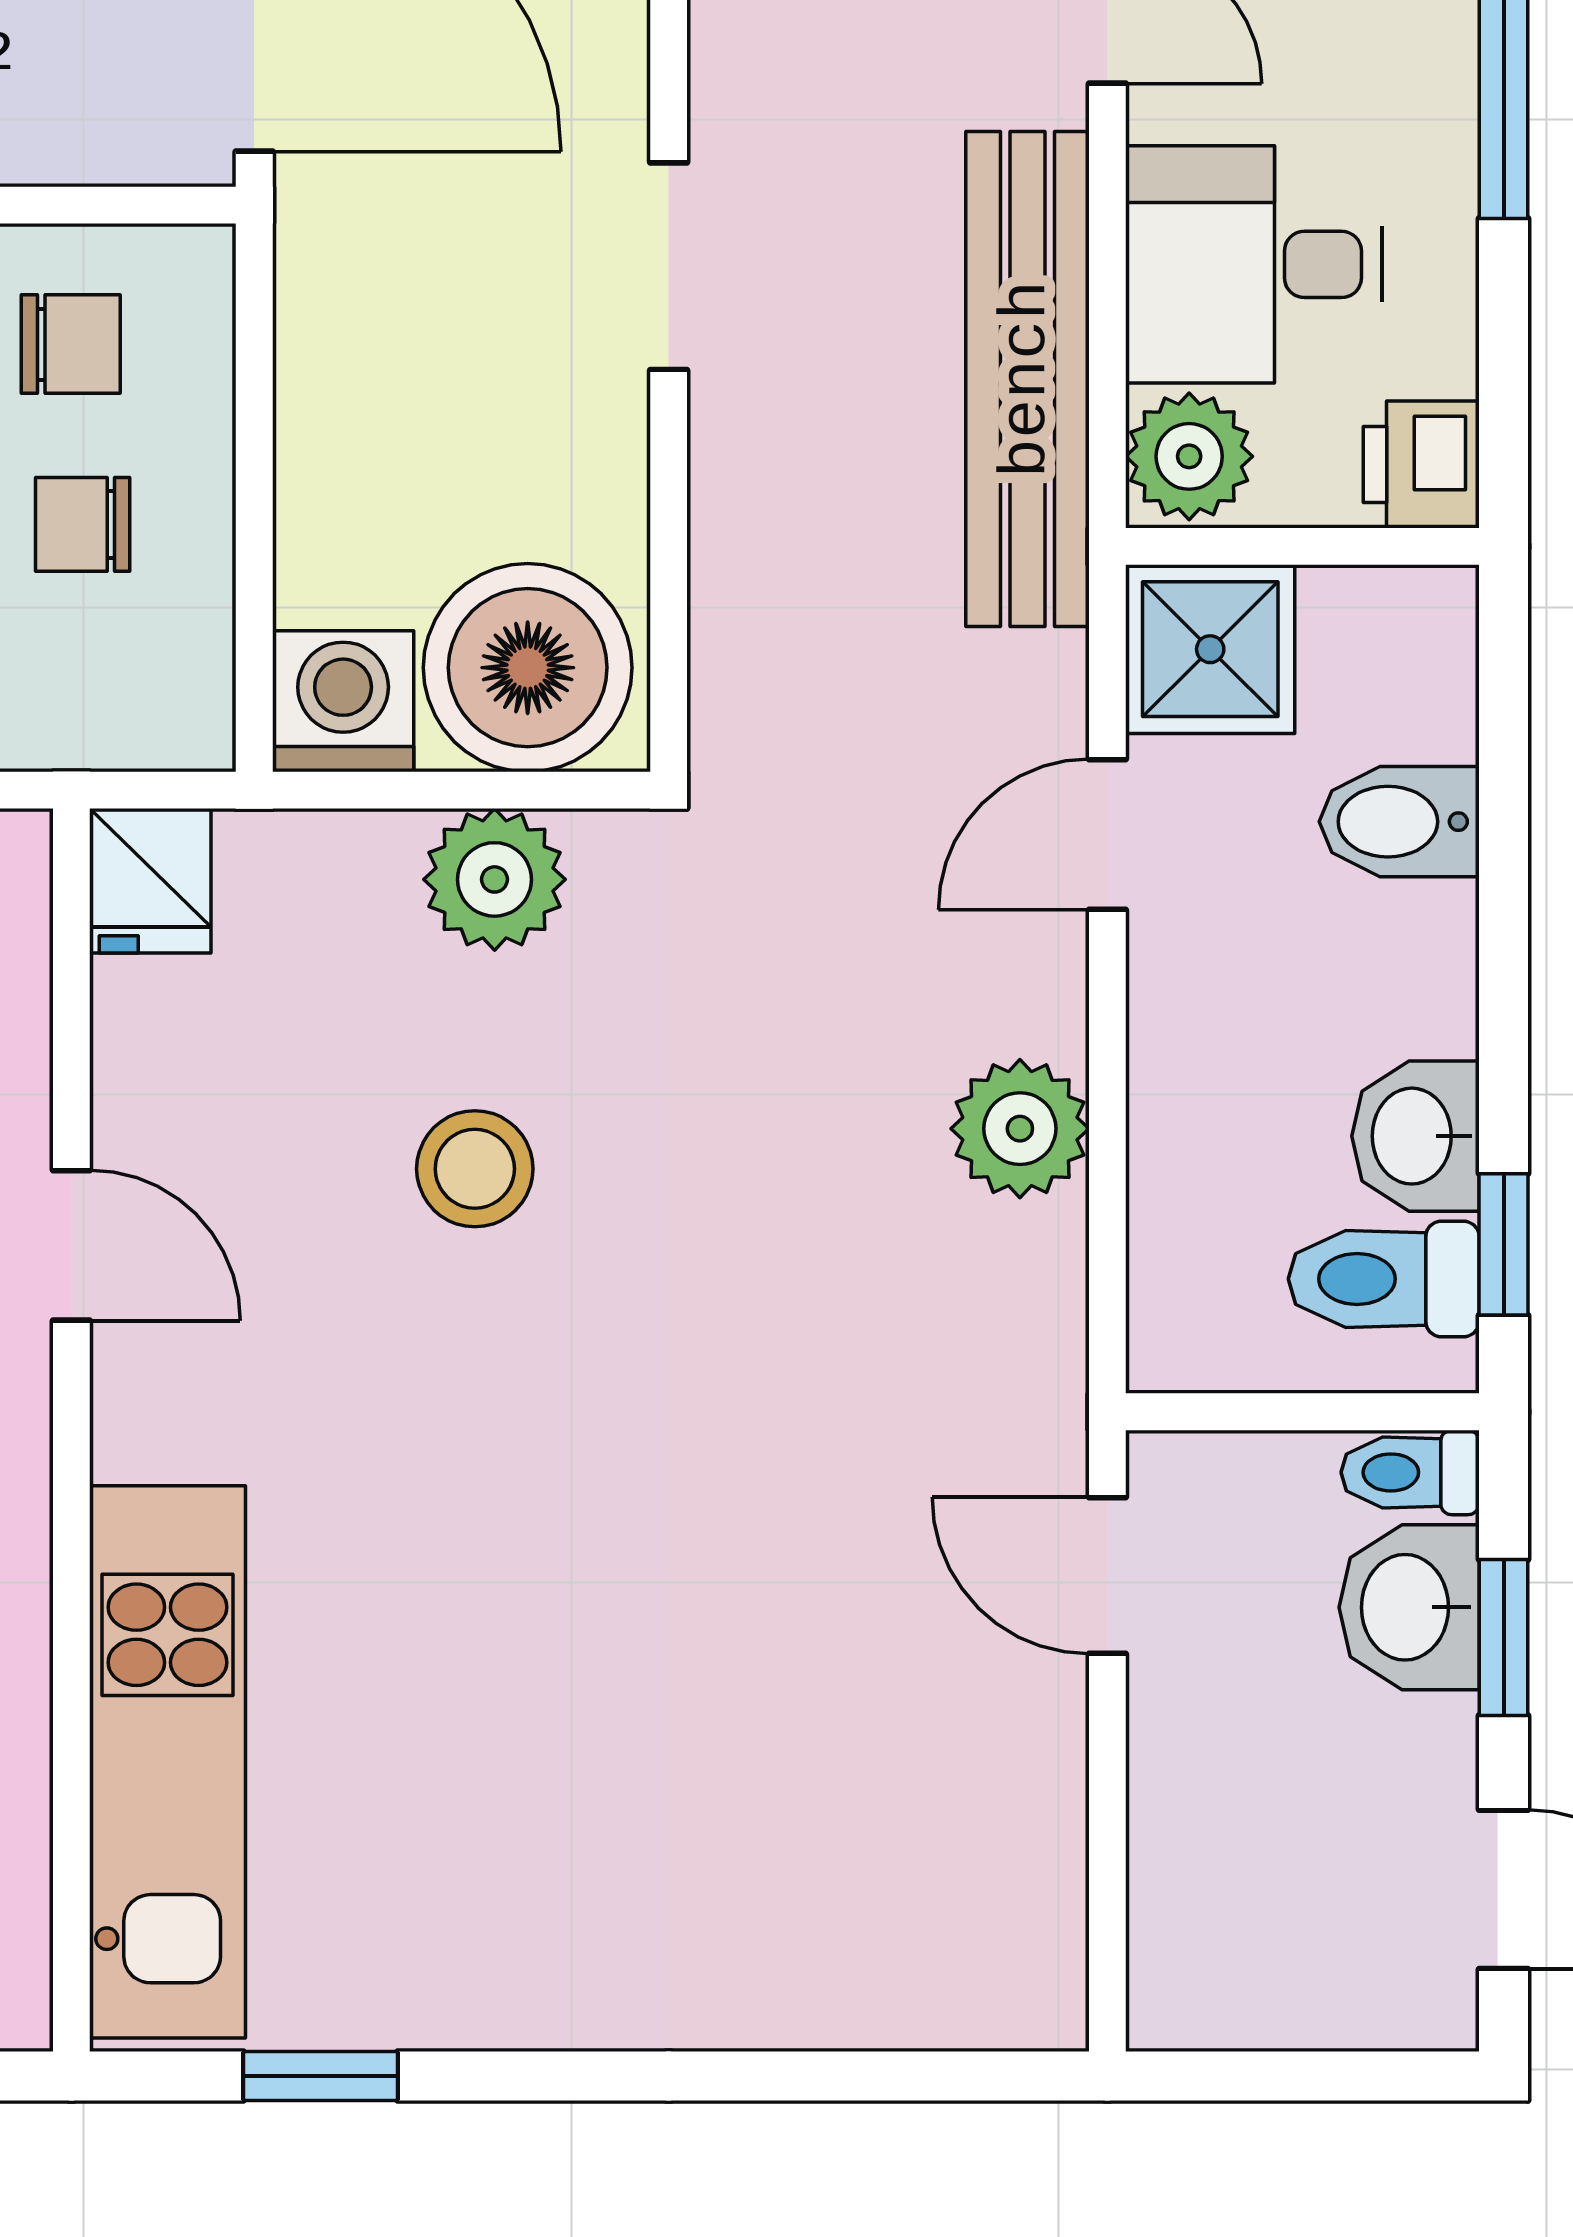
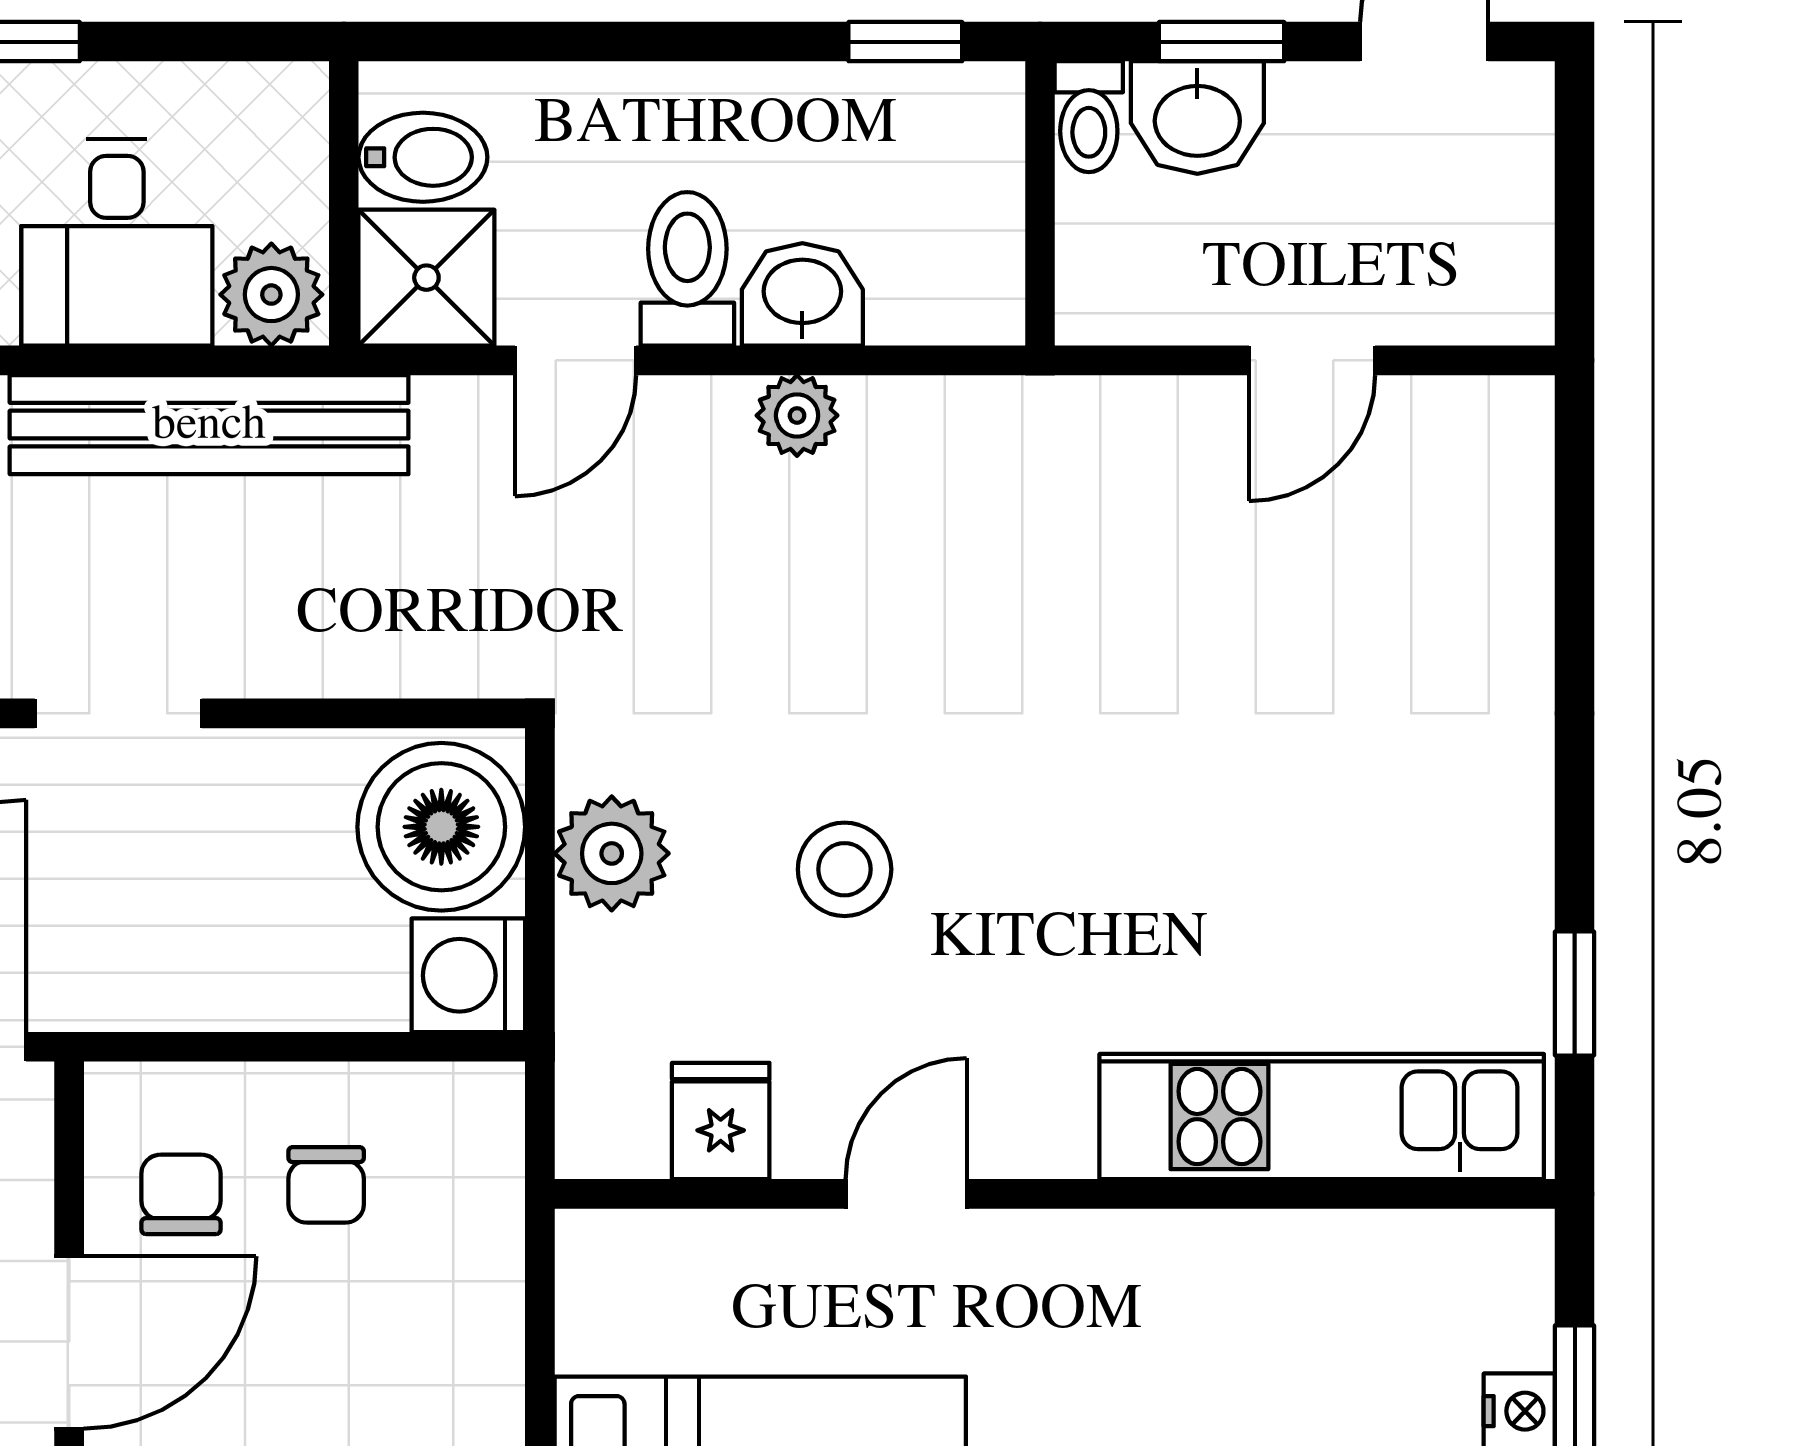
printer: (1421, 464) -> (278, 108), removed
bidet: (1399, 822) -> (423, 157), moved, turned -90
door: (1107, 834) -> (576, 360), hinge flipped
fridge: (150, 881) -> (721, 1121), moved, turned -90
plant: (1020, 1129) -> (797, 415), width x0.73, depth x0.73
washbasin: (1416, 1136) -> (802, 294), moved, turned 180
toilet: (1384, 1279) -> (687, 269), moved, turned 180
door: (1107, 1575) -> (1312, 360), moved

